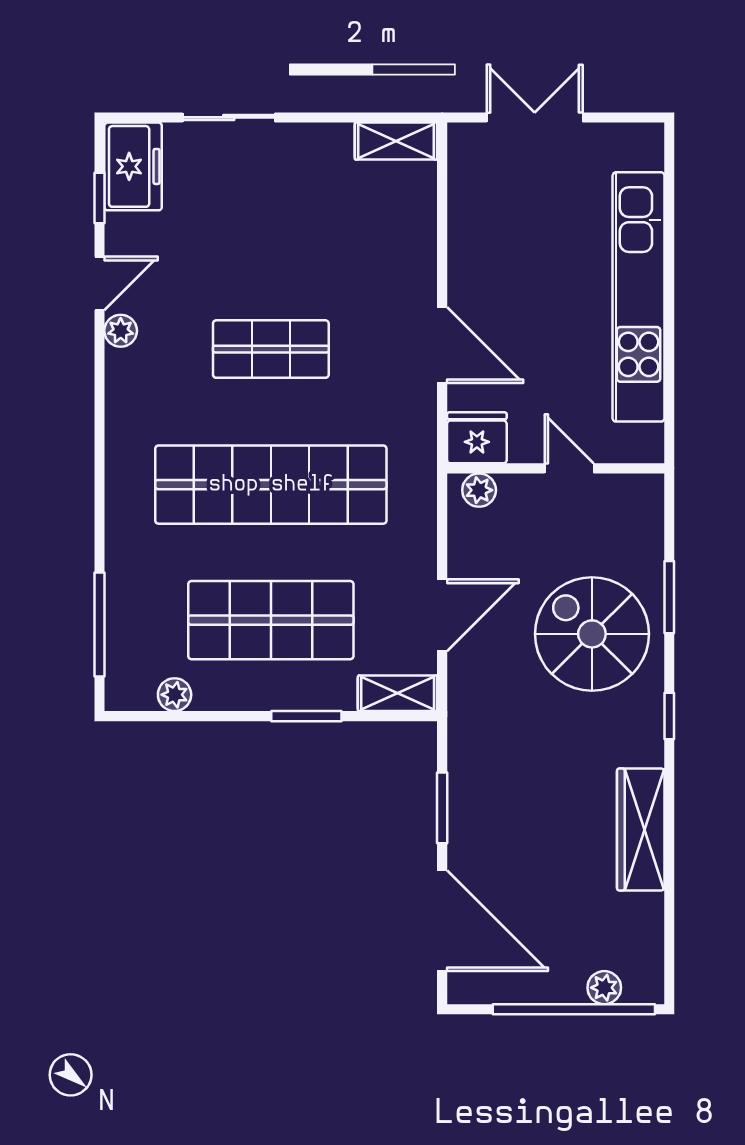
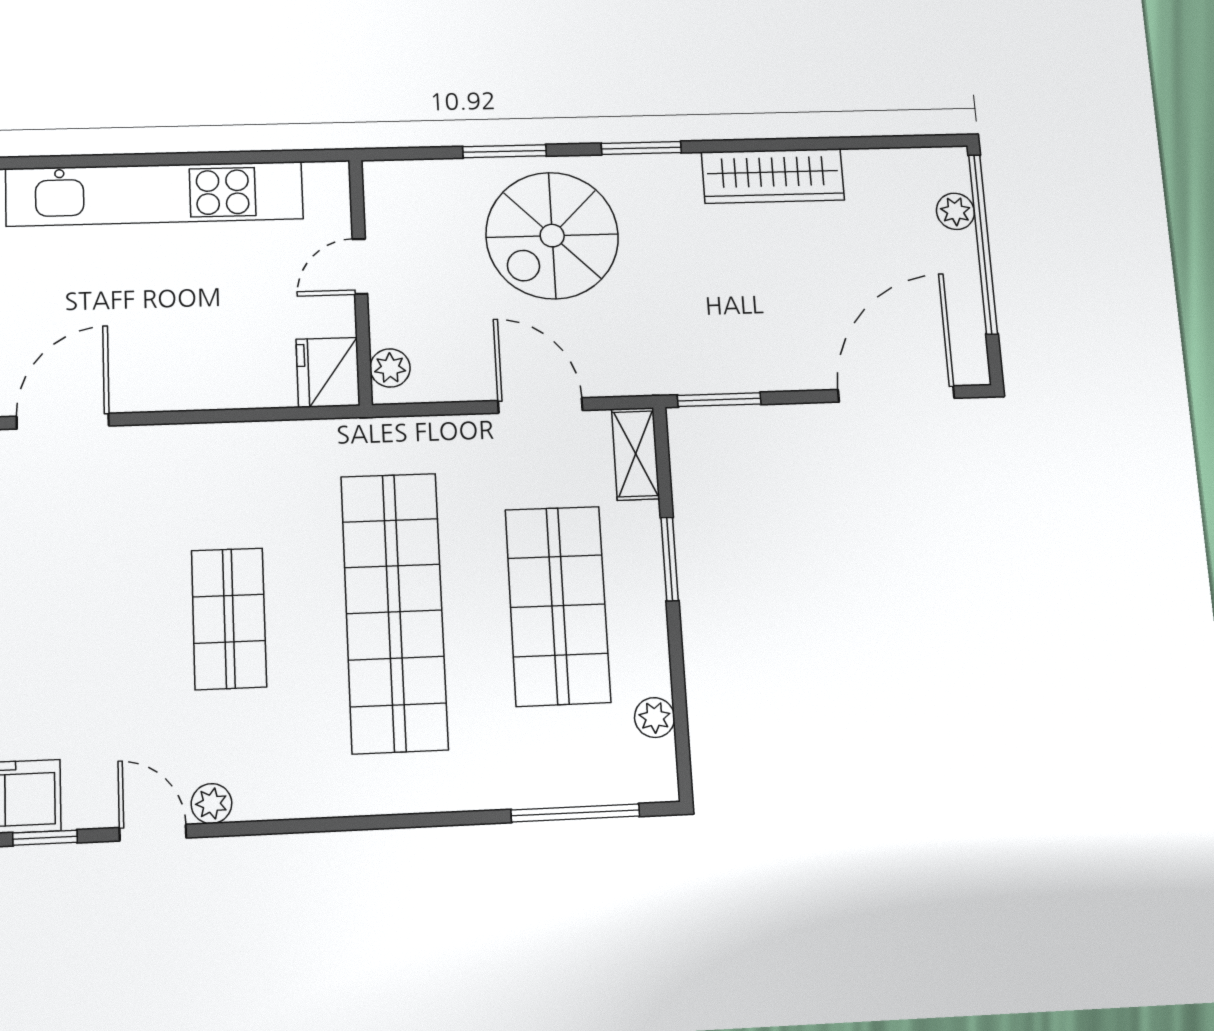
door: (442, 345) -> (63, 421), moved
window: (669, 716) -> (641, 148), width x1.50
window: (442, 808) -> (719, 400), moved

